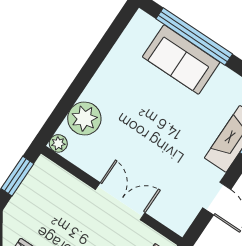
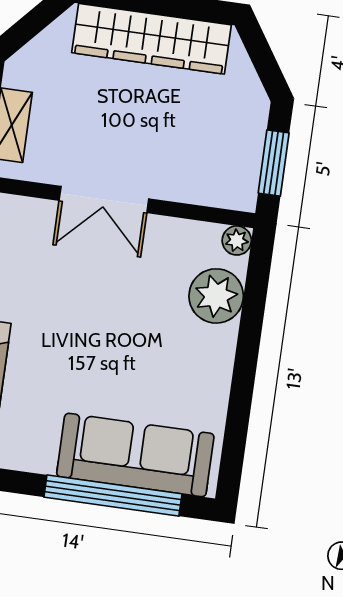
sofa: (181, 60) -> (135, 455), width x1.36

